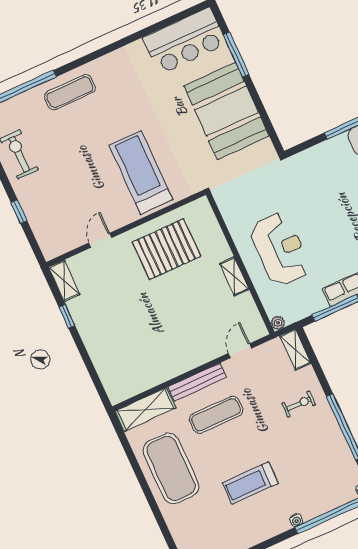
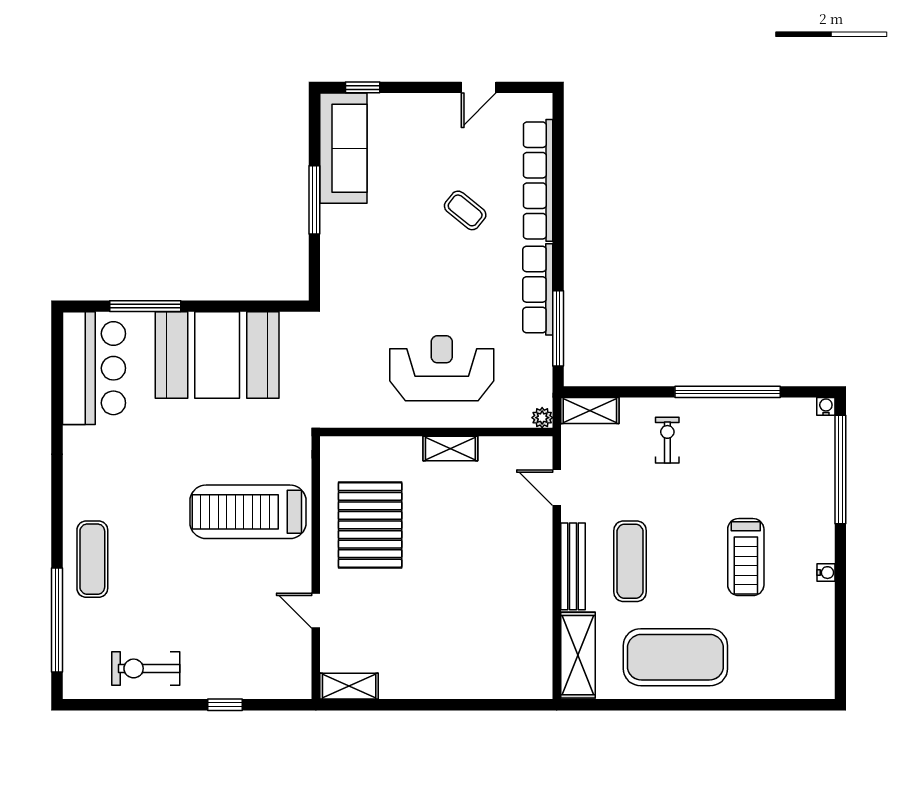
window: (67, 316) -> (400, 705), removed
water cooler: (296, 520) -> (826, 573), moved

